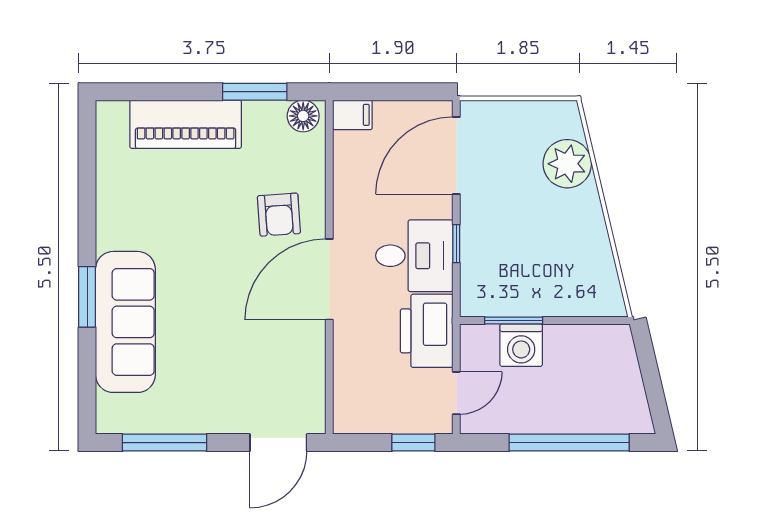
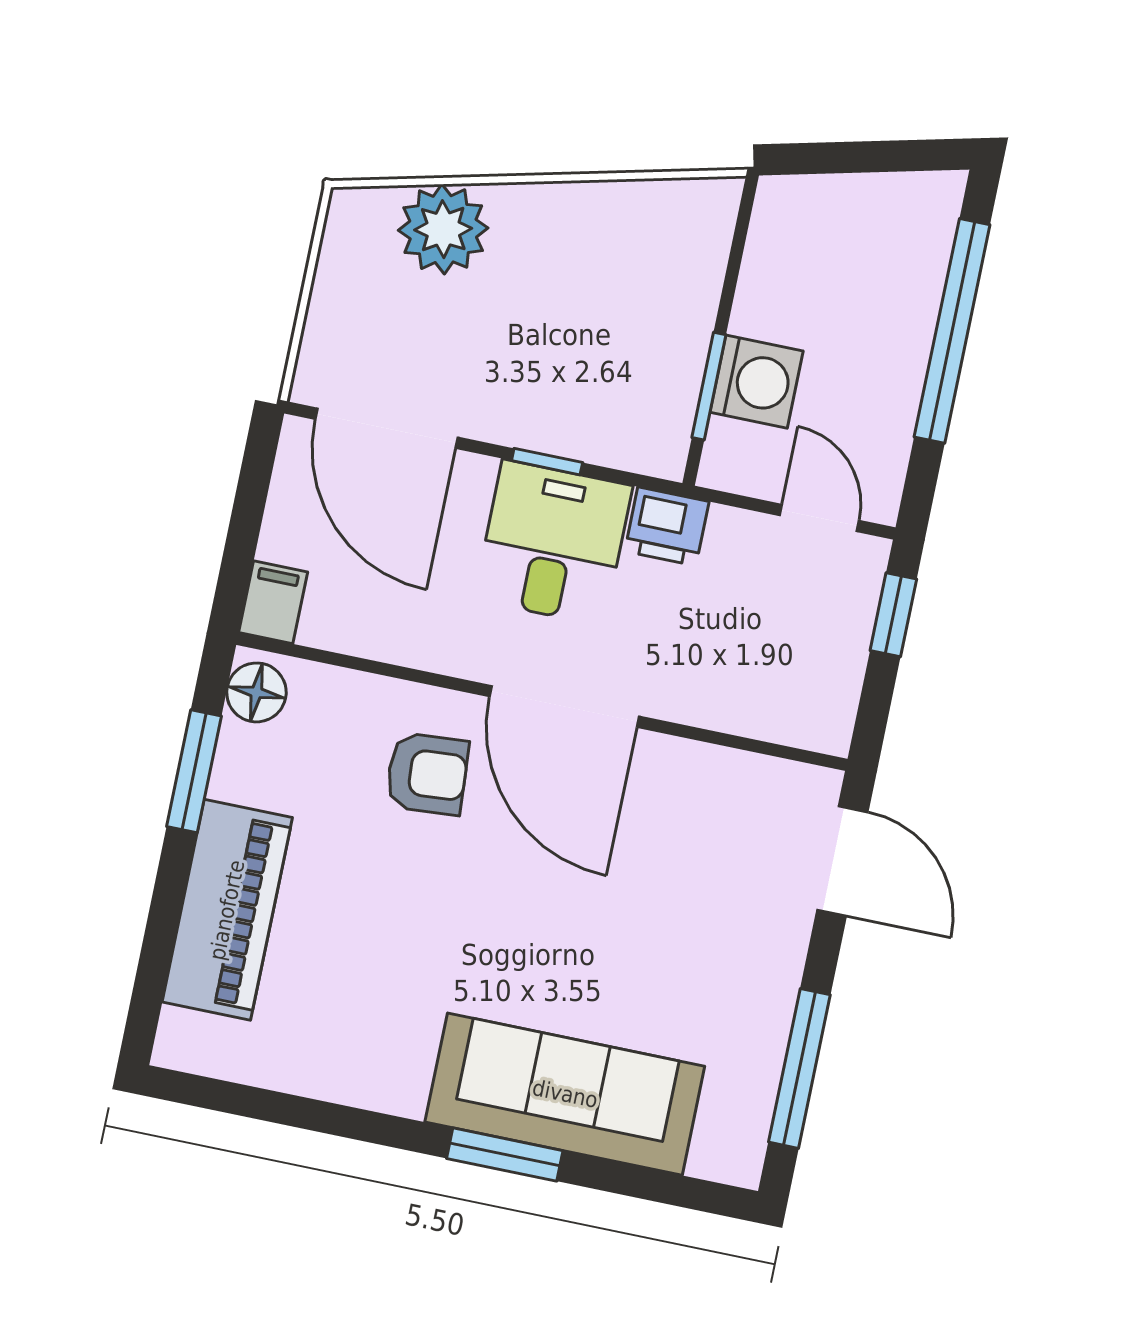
printer: (427, 331) -> (667, 526), width x0.53, depth x0.68

